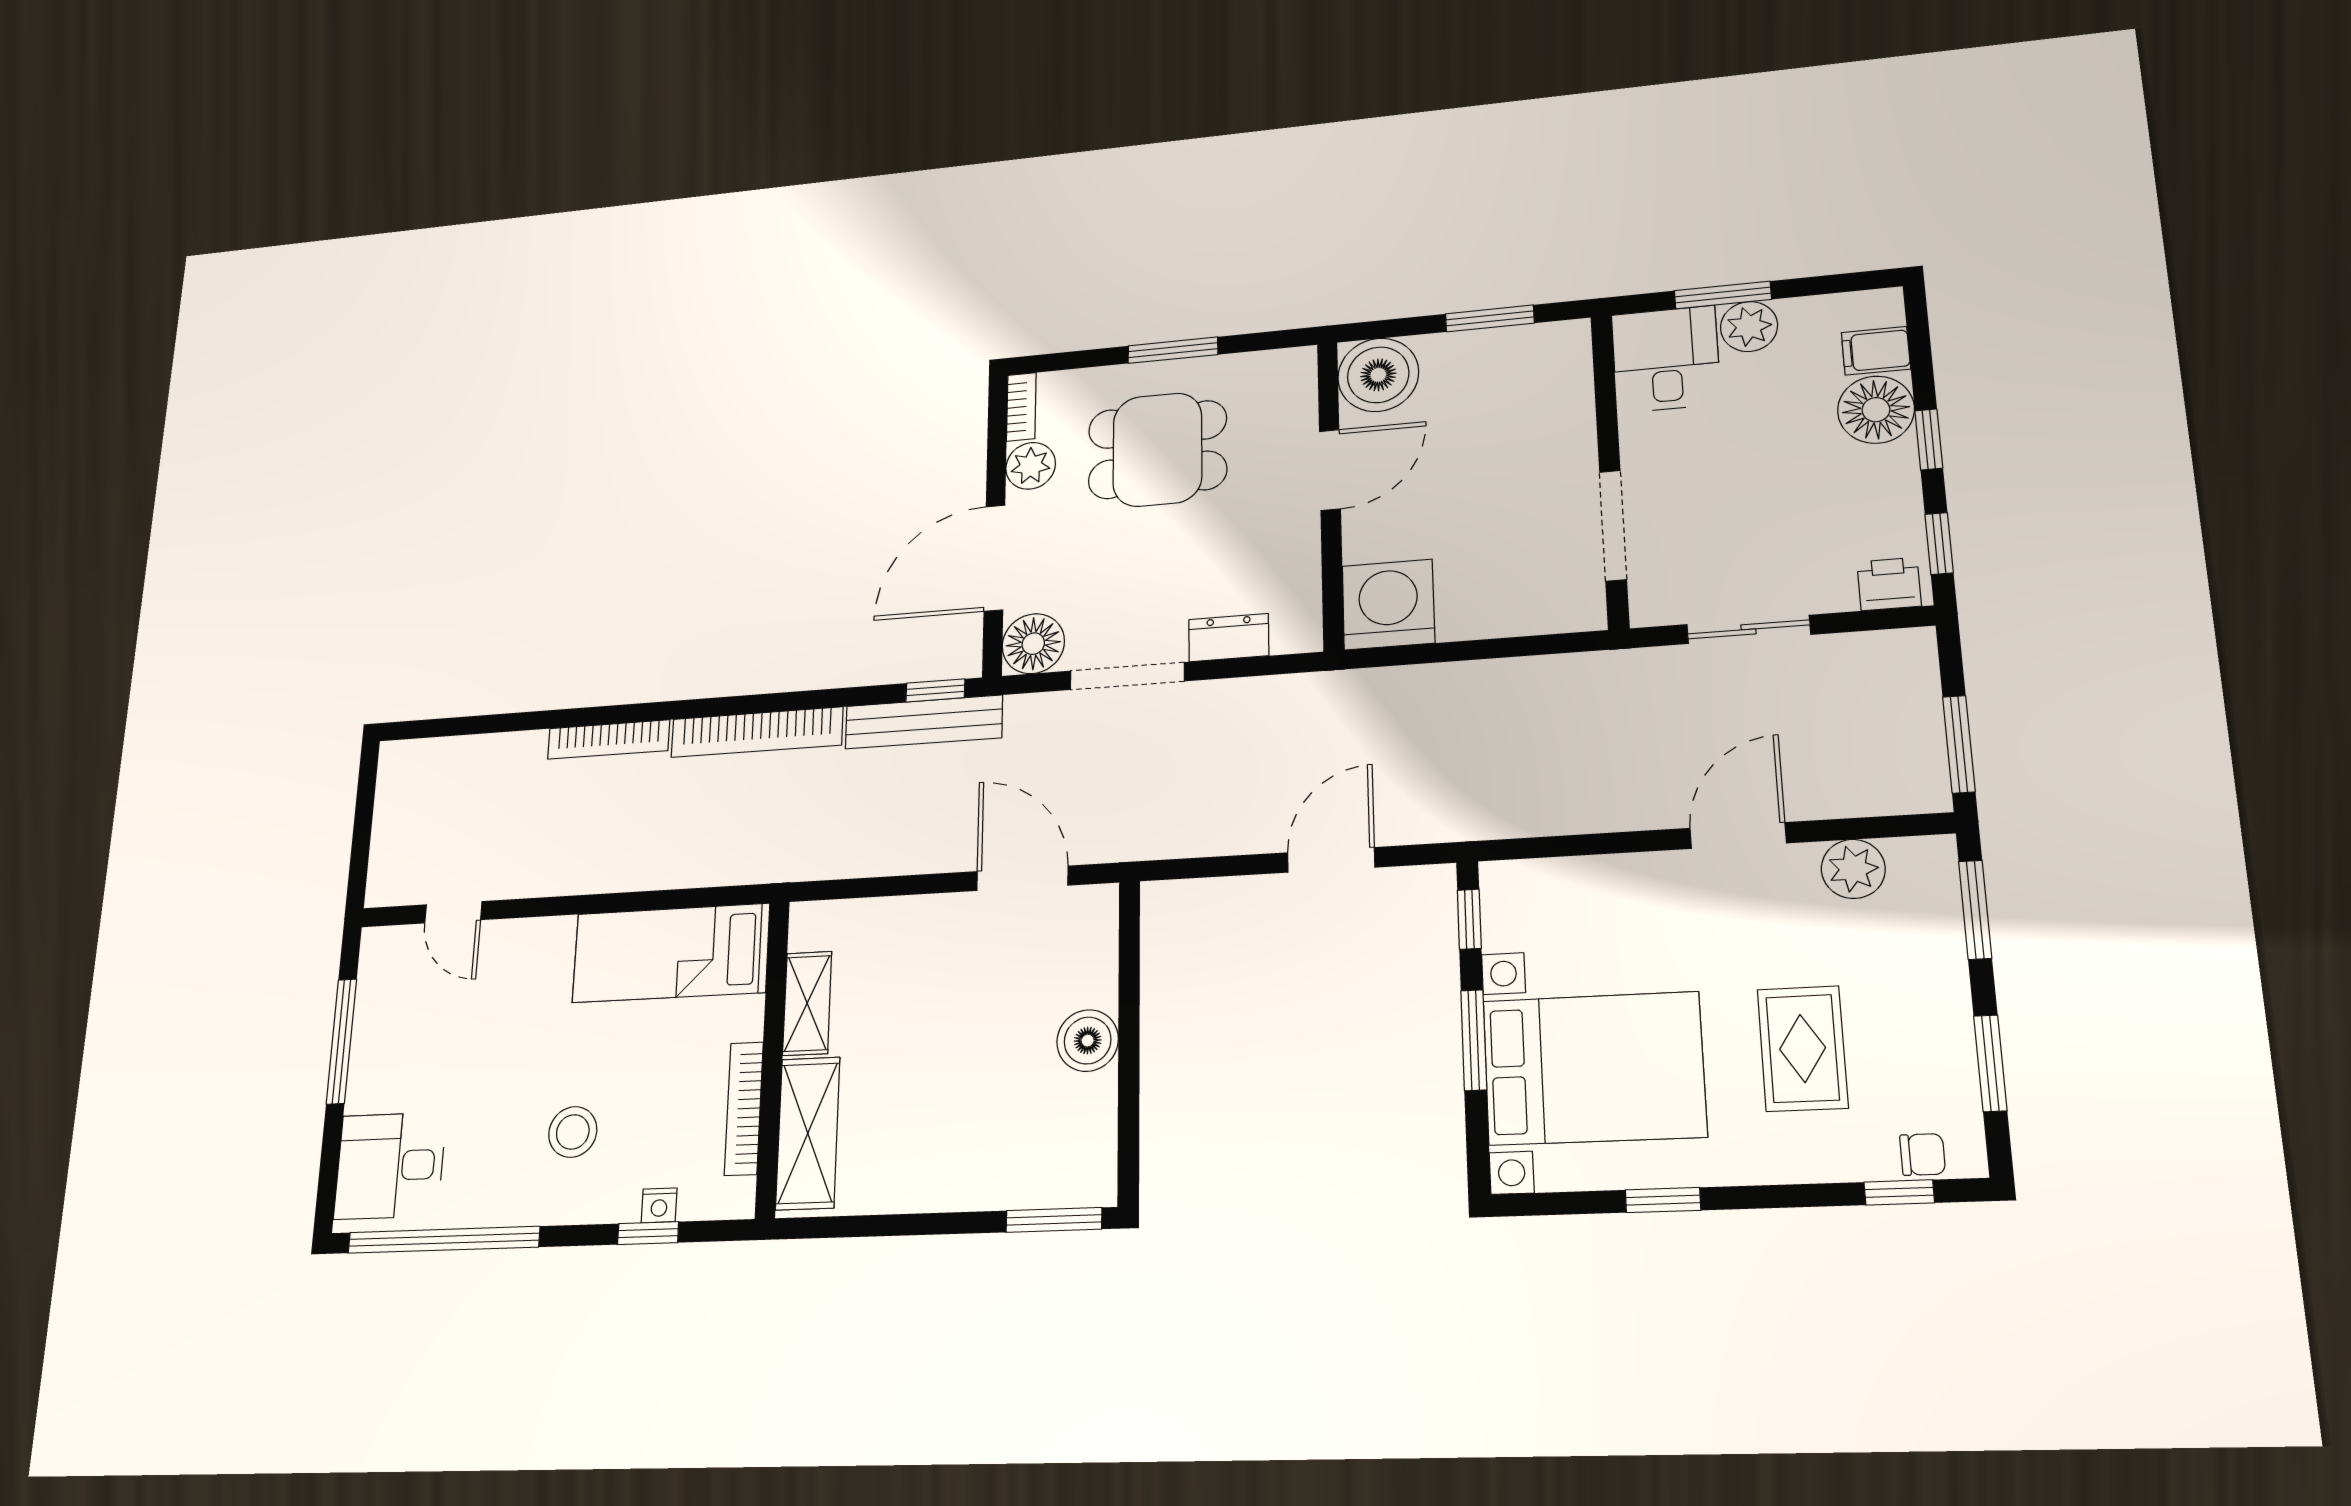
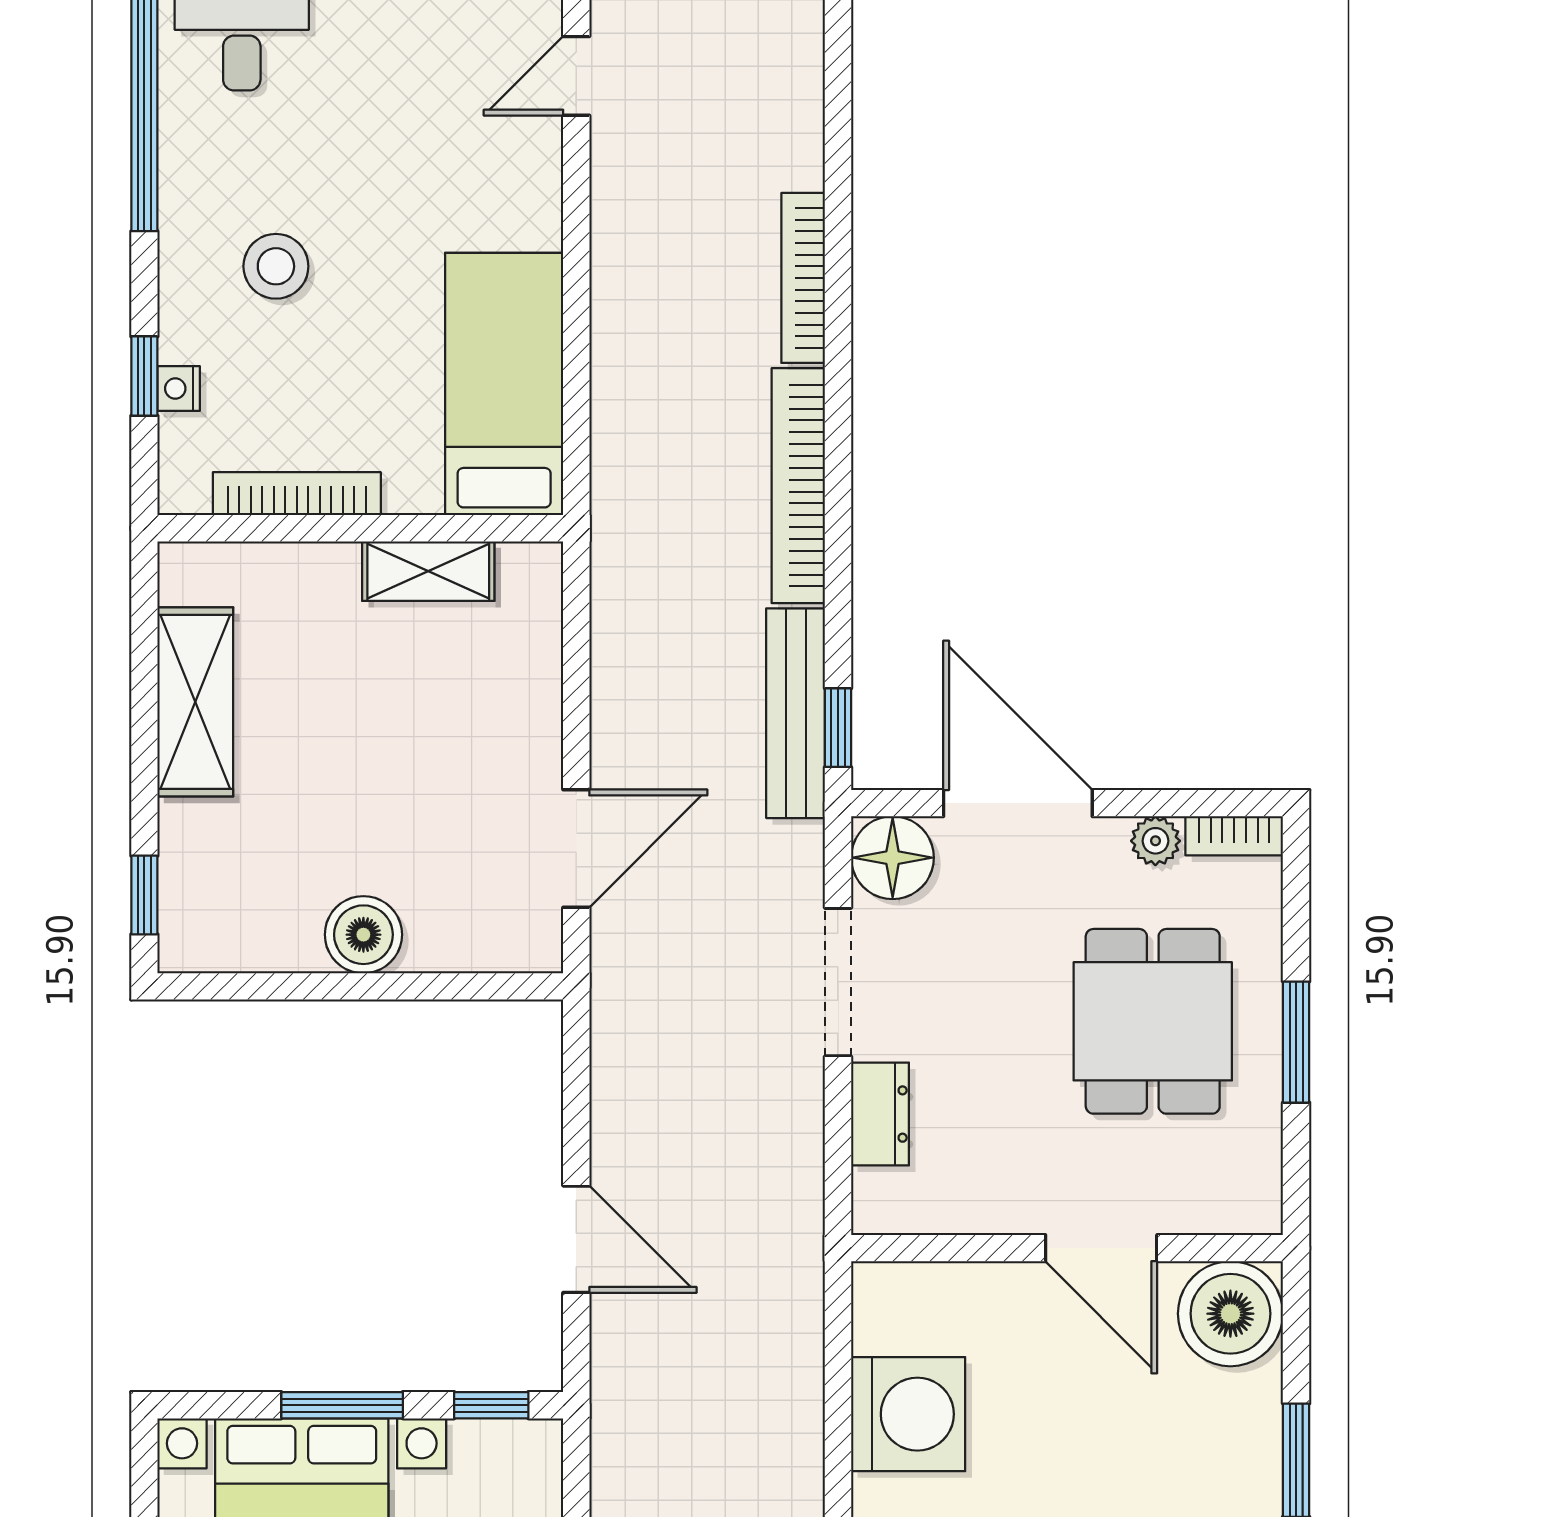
plant: (1031, 466) -> (1155, 841), width x0.73, depth x0.73
washing machine: (1388, 604) -> (908, 1414), moved
shelving: (808, 1133) -> (195, 702), moved, turned 90
window: (1054, 1220) -> (144, 895), width x0.67

